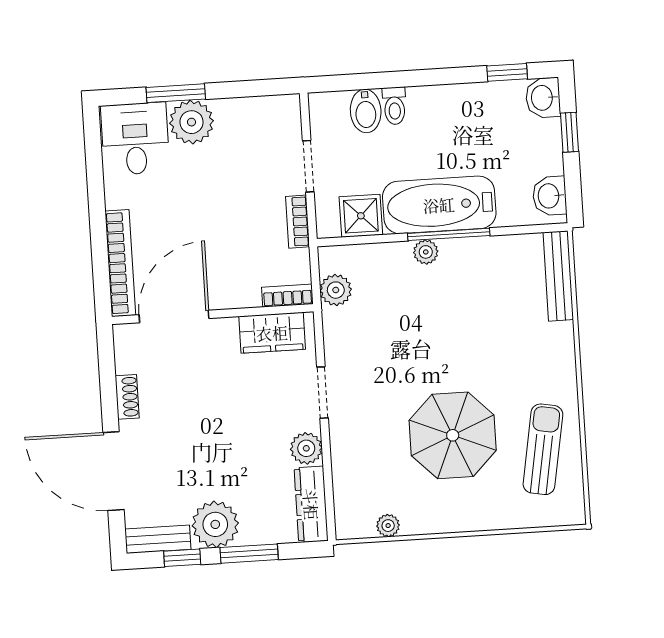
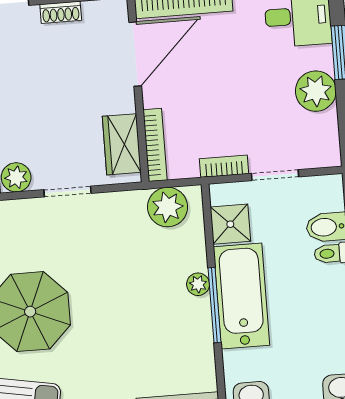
plant: (192, 122) -> (316, 91), moved
plant: (336, 290) -> (168, 207), width x1.36, depth x1.36
bookcase: (287, 296) -> (155, 145), width x1.56
door: (174, 317) -> (135, 54), hinge flipped

